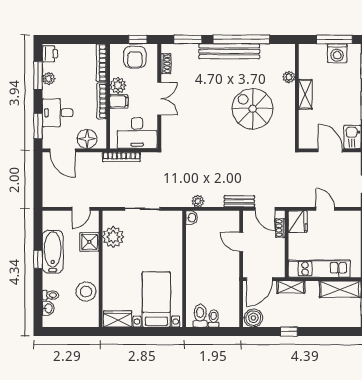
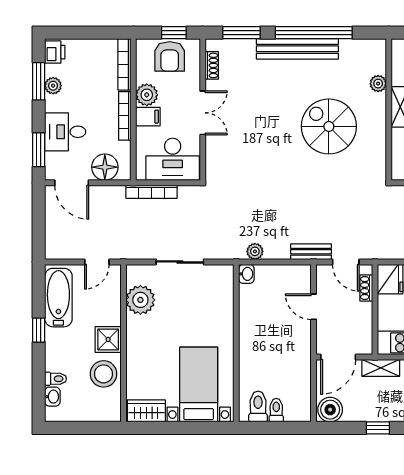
shower: (89, 242) -> (108, 339), moved
bathtub: (53, 252) -> (58, 298), moved

